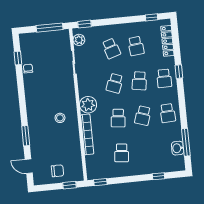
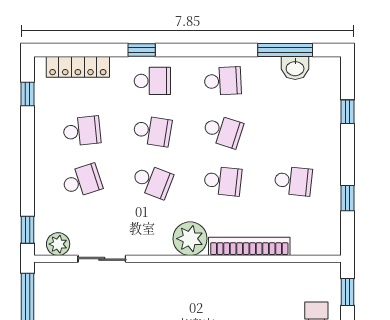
stool: (60, 118) -> (211, 298), removed
window: (100, 182) -> (348, 198), moved

